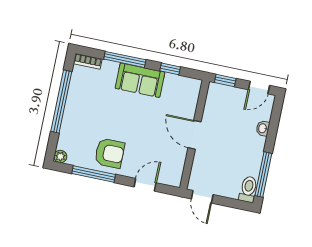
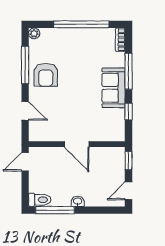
door: (259, 87) -> (129, 191), hinge flipped
washbasin: (263, 128) -> (78, 201), moved
door: (195, 135) -> (77, 144), swing flipped

